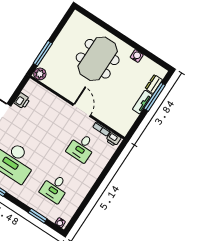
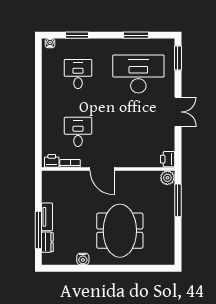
printer: (22, 101) -> (168, 159), moved

